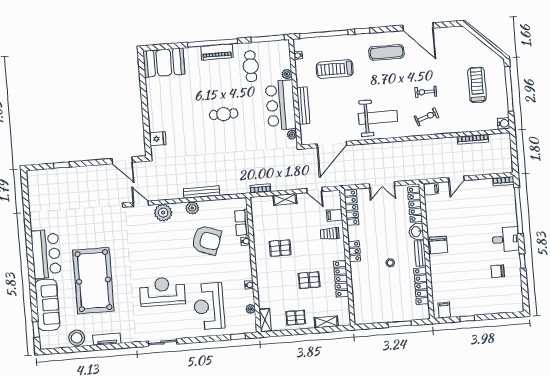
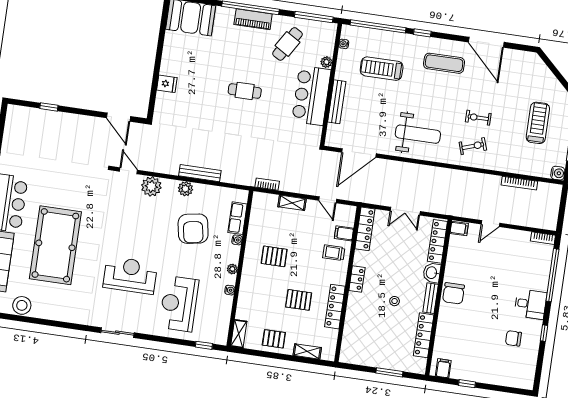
cafe table: (251, 66) -> (287, 44), turned 31
plant: (292, 135) -> (317, 132), removed
fridge: (158, 139) -> (167, 84), moved
armchair: (206, 240) -> (193, 229), turned 61
plant: (251, 309) -> (232, 269), moved
tv unit: (107, 339) -> (56, 315), removed

